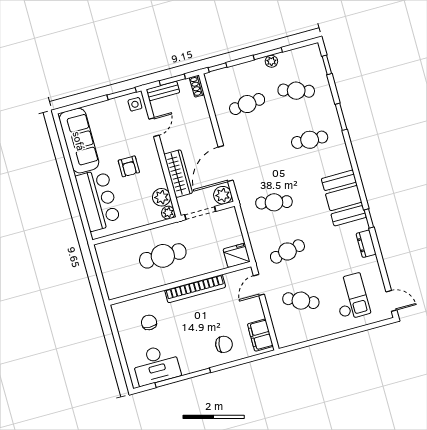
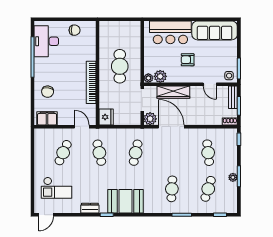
chair: (149, 322) -> (75, 30), moved

